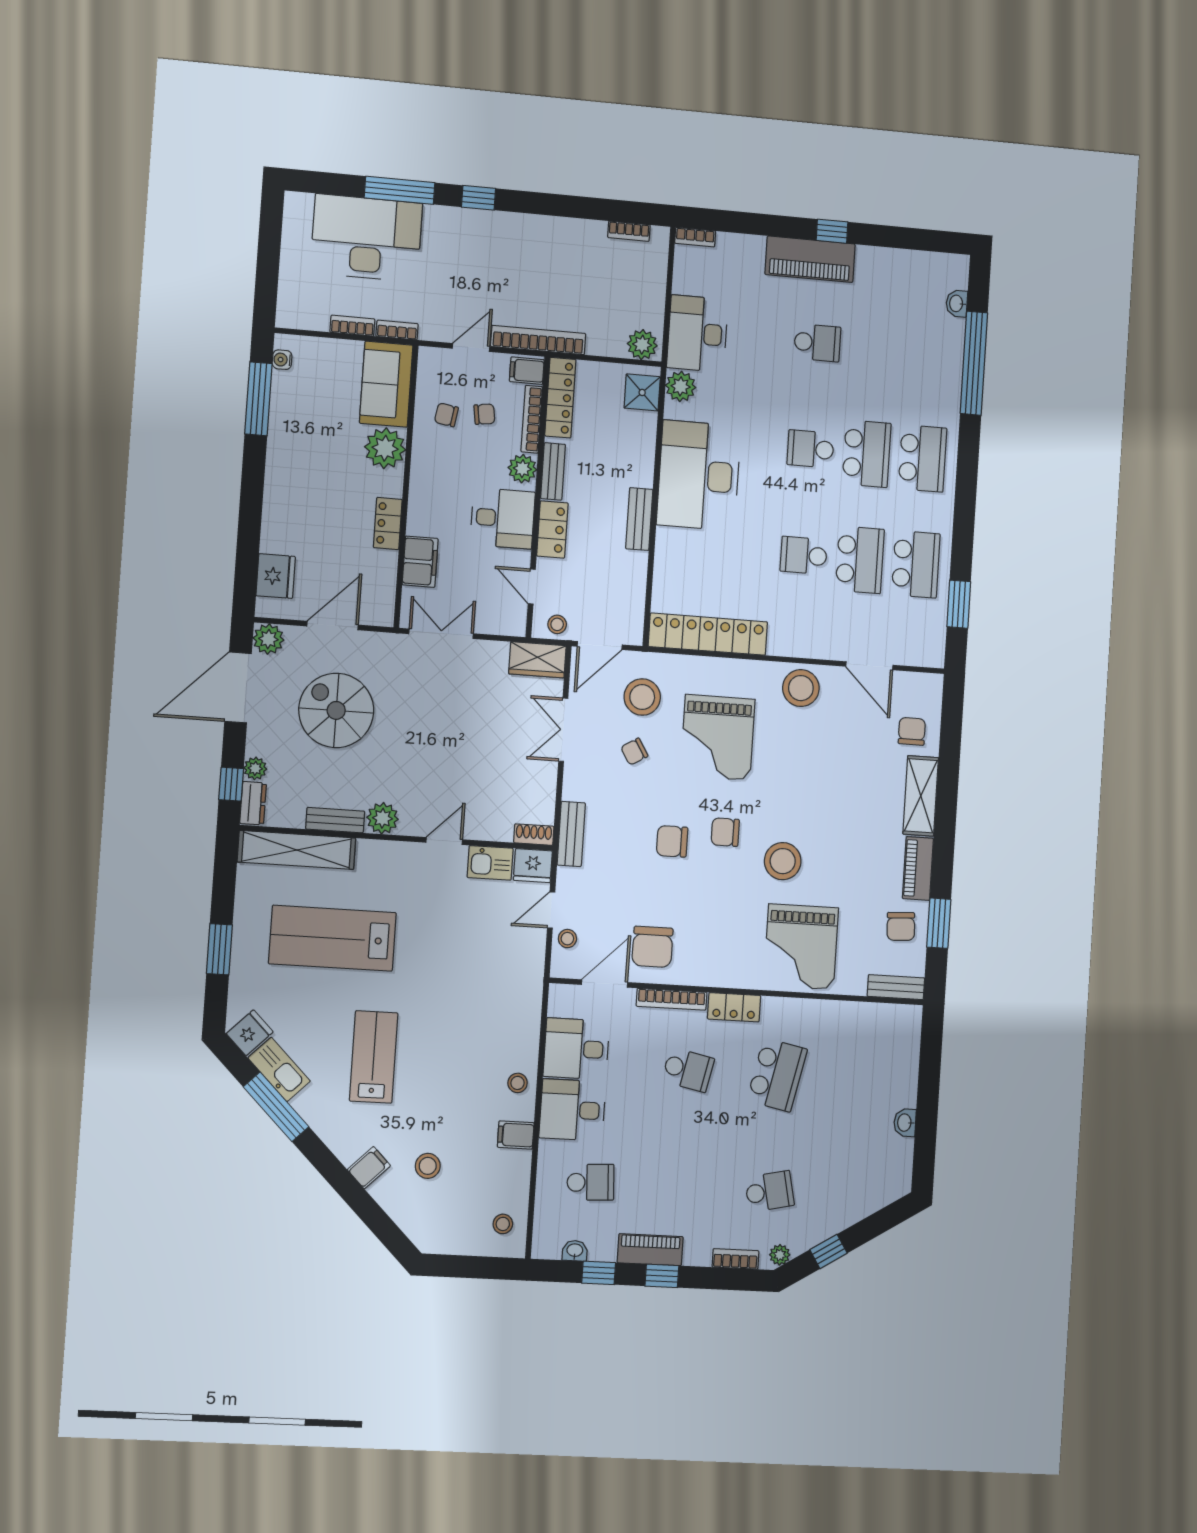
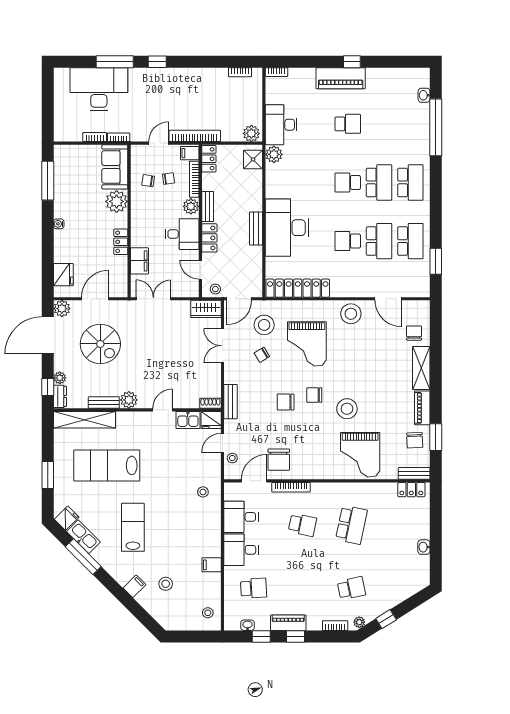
water cooler: (282, 360) -> (59, 224), moved
locker: (560, 398) -> (209, 159), width x0.66
desk: (699, 475) -> (287, 228), moved
spiral stairs: (336, 710) -> (100, 344), turned 180
locker: (734, 1007) -> (411, 490), moved
stool: (518, 1083) -> (203, 492), moved

